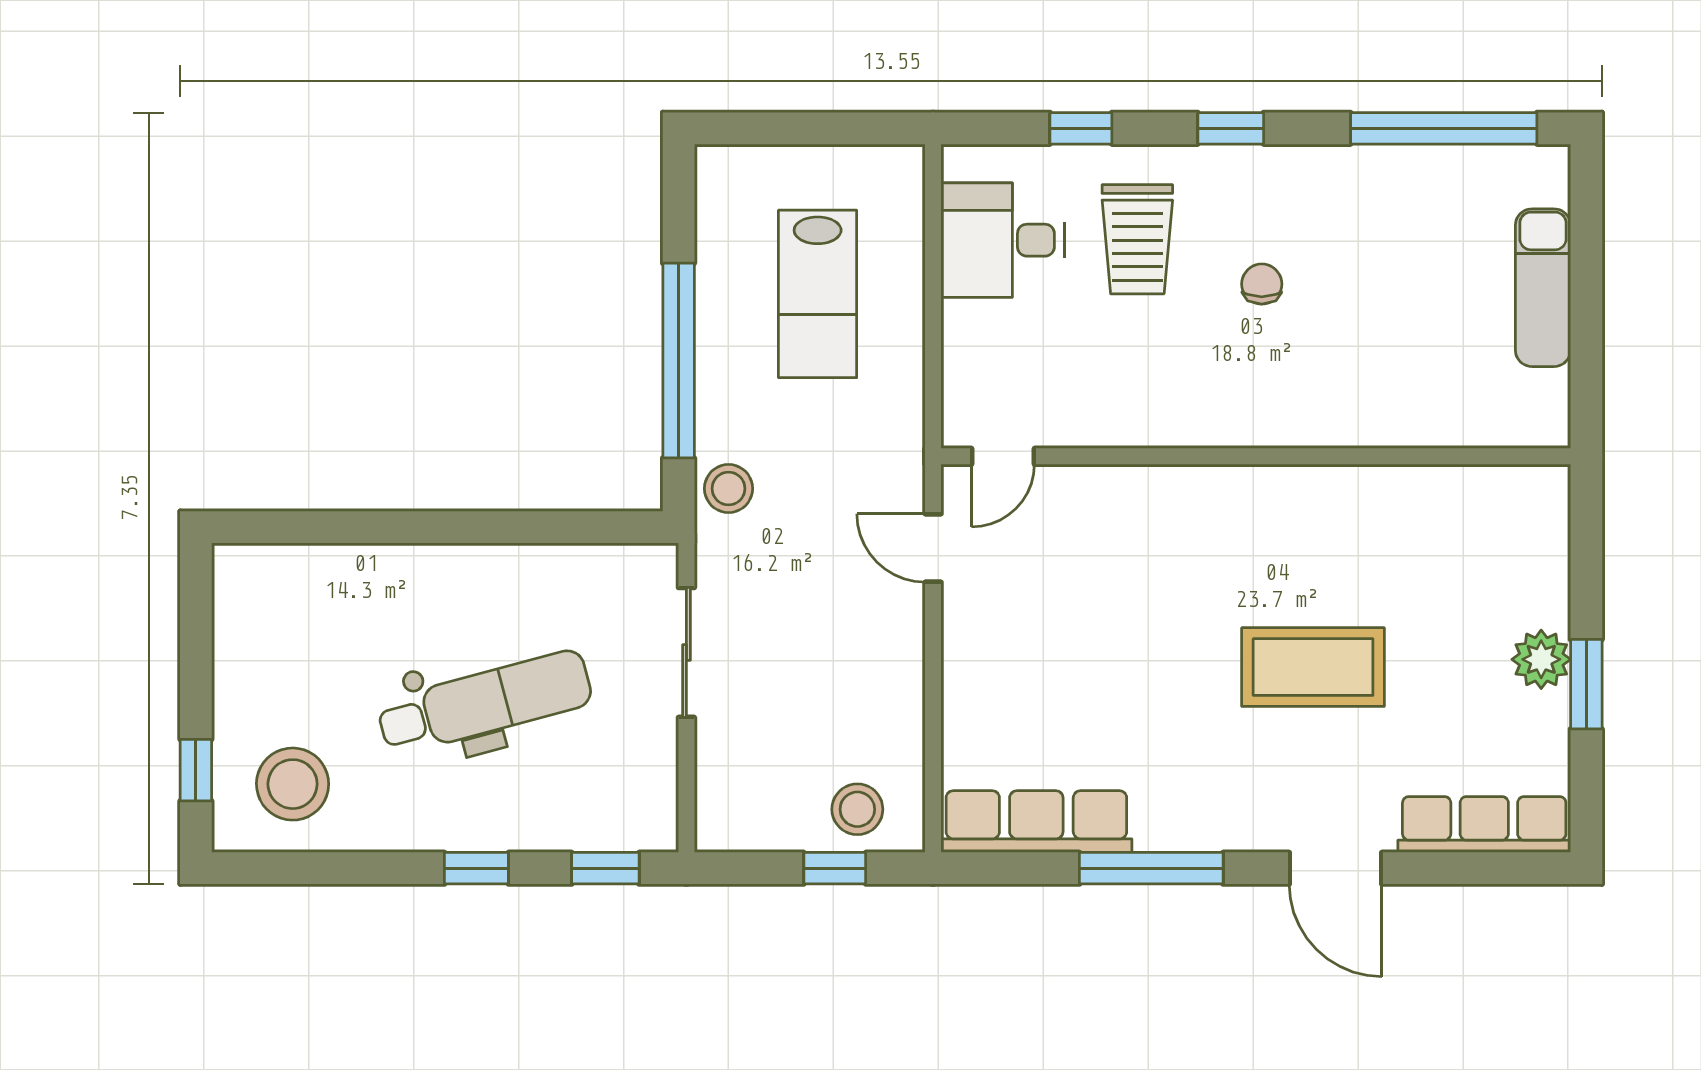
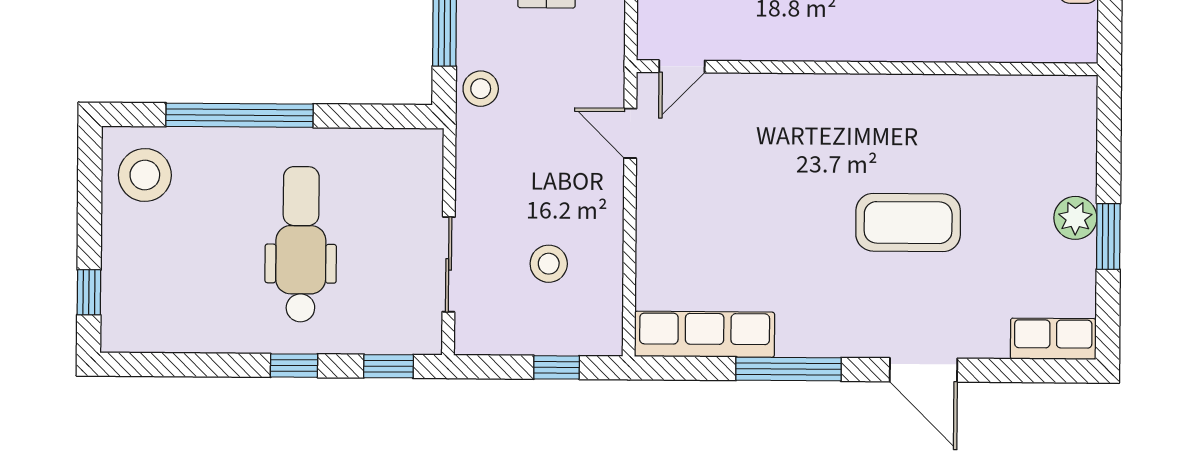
window: (400, 527) -> (240, 115), added
sliding door: (686, 652) -> (449, 264), moved
dental chair: (485, 703) -> (301, 244), turned -75
stool: (293, 784) -> (145, 175), moved
stool: (857, 809) -> (549, 264), moved
row of seats: (1484, 824) -> (1053, 339), width x0.68

